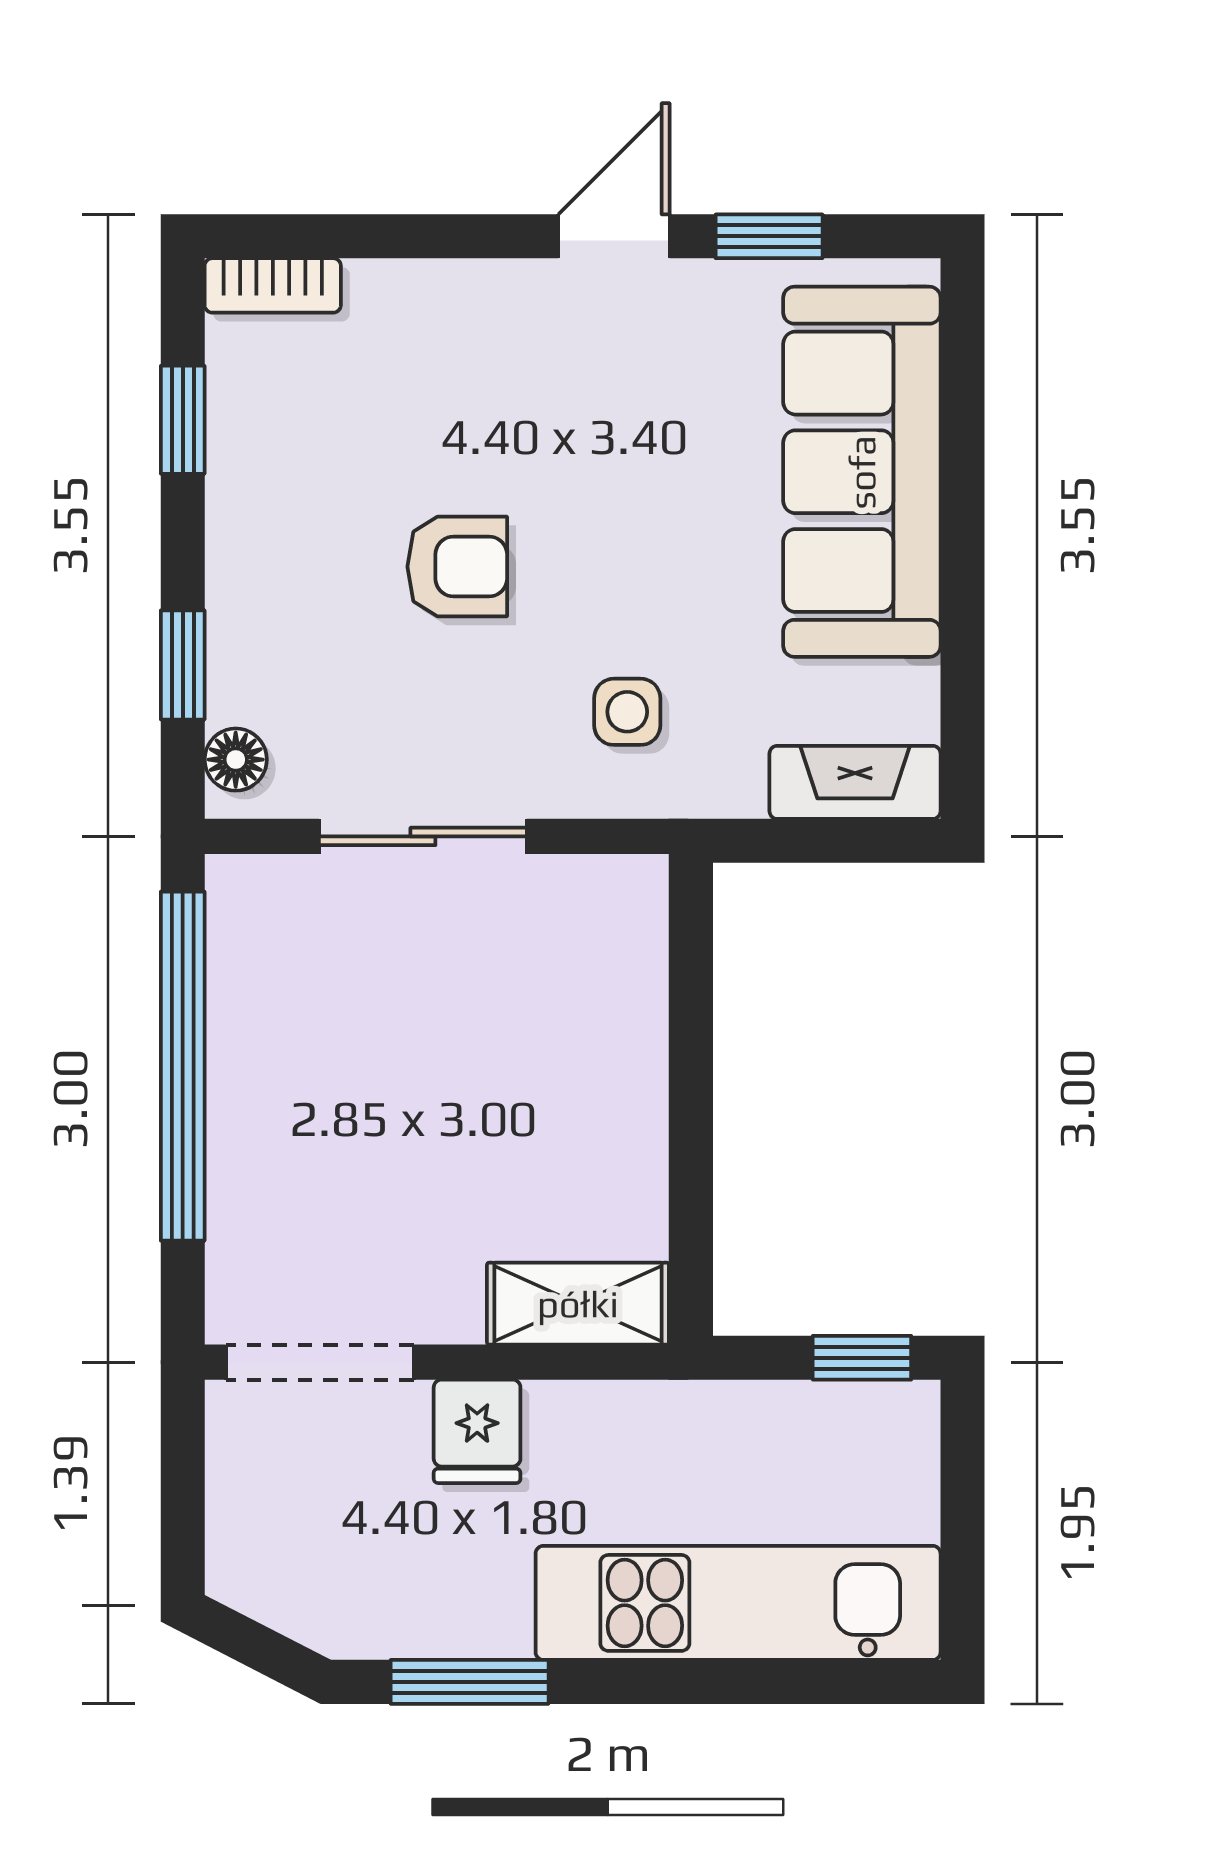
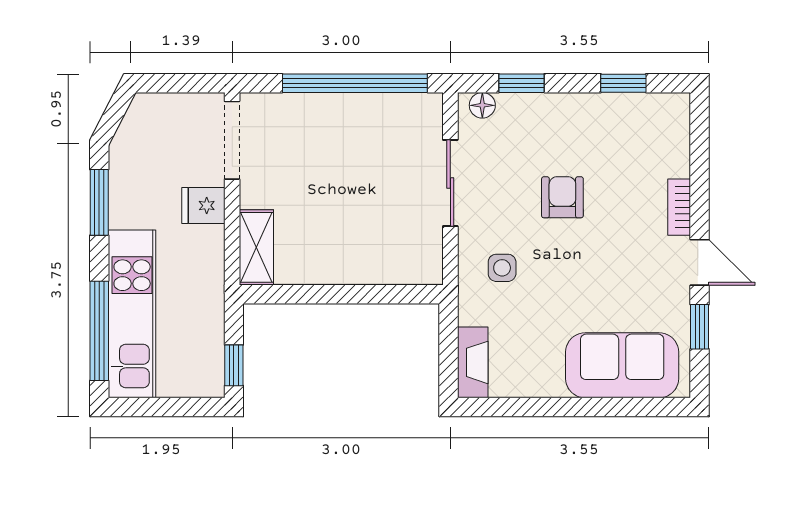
bookcase: (273, 285) -> (679, 207), moved
sofa: (862, 472) -> (622, 365), width x0.73
armchair: (457, 567) -> (562, 197), turned 180
window: (779, 1682) -> (99, 331), added

